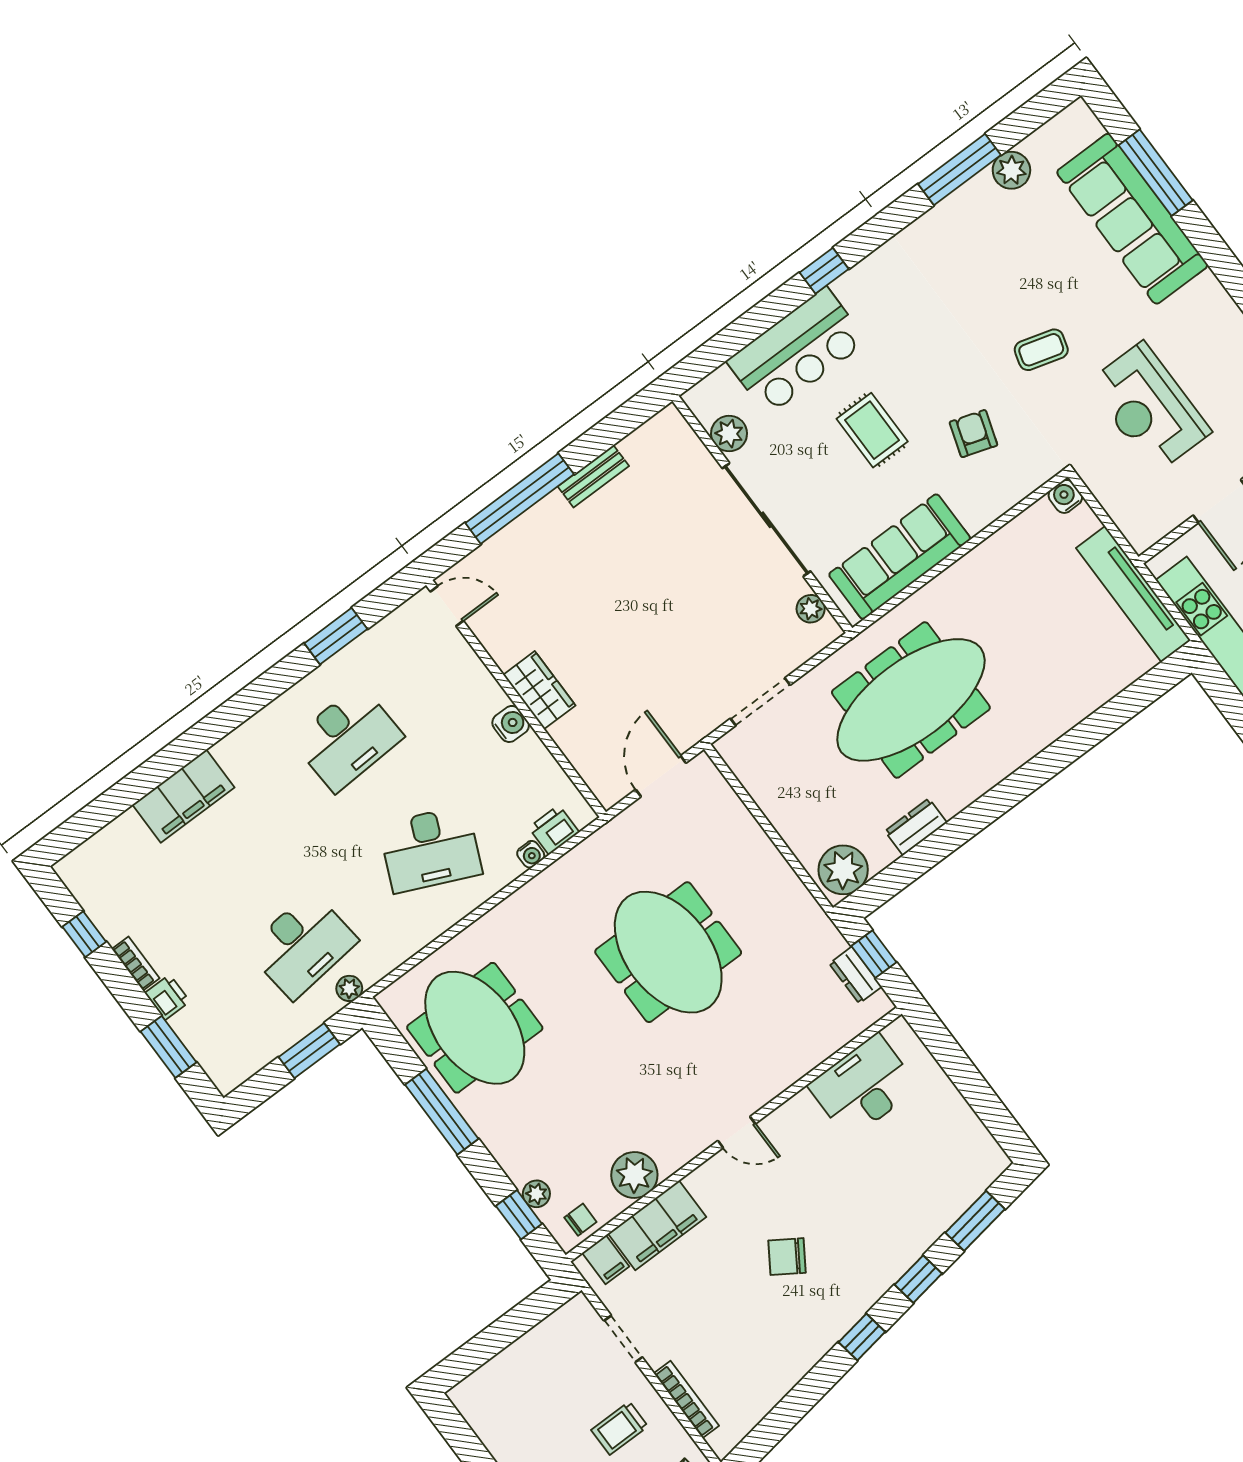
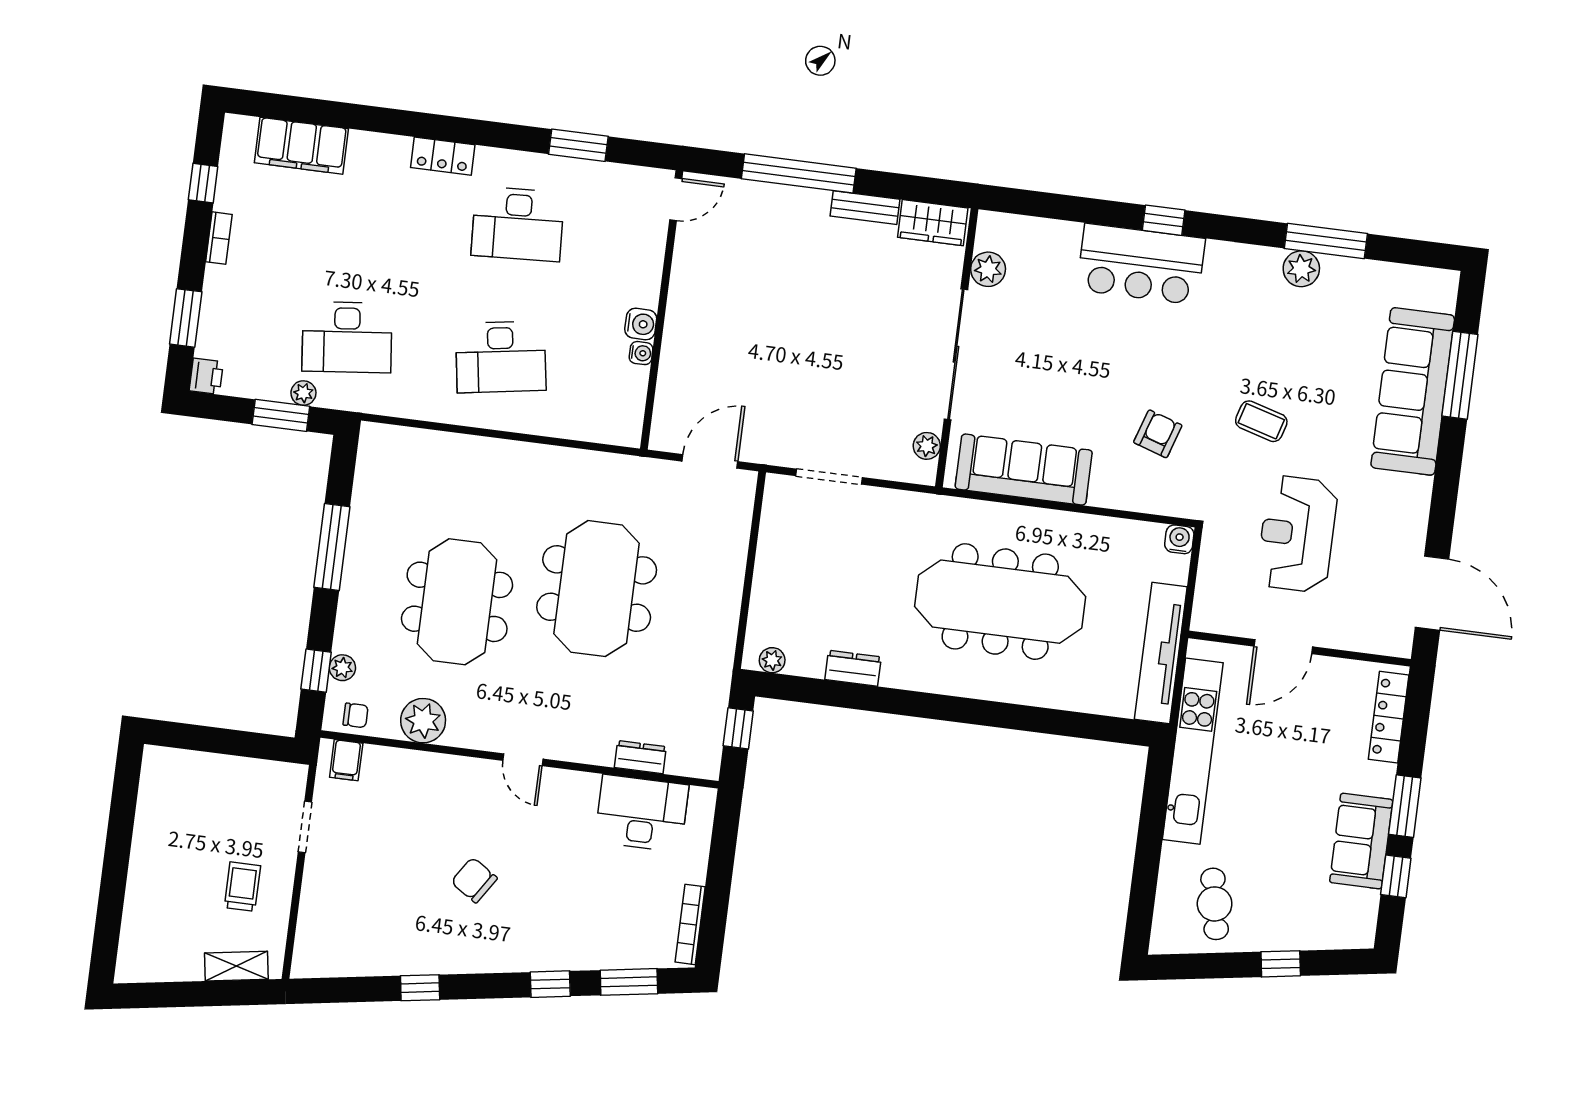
plant: (1011, 170) -> (1301, 269), moved
bar counter: (797, 351) -> (1141, 264), moved
rug: (872, 430) -> (1090, 363), removed
door: (447, 606) -> (676, 199), hinge flipped
wardrobe: (539, 690) -> (933, 223), moved, turned 90
meeting table: (911, 700) -> (1000, 602), moved
locker: (243, 742) -> (443, 156), added
filing cabinet: (183, 796) -> (301, 146), moved
printer: (554, 830) -> (600, 427), removed
desk: (430, 849) -> (501, 357), turned -33
water cooler: (531, 854) -> (641, 353), moved, turned -90
plant: (843, 870) -> (772, 660), width x0.53, depth x0.53
dresser: (855, 975) -> (640, 757), moved, turned 90
plant: (349, 988) -> (303, 393), moved
printer: (167, 997) -> (206, 376), moved
meeting table: (475, 1028) -> (457, 602), moved
filing cabinet: (657, 1225) -> (405, 771), removed
window: (862, 1337) -> (420, 988), moved
bookcase: (686, 1399) -> (690, 924), moved, turned 180
trolley: (620, 1428) -> (242, 887), turned 90

